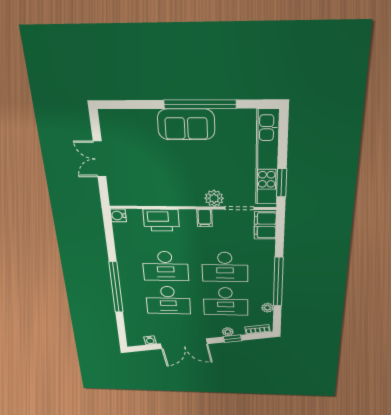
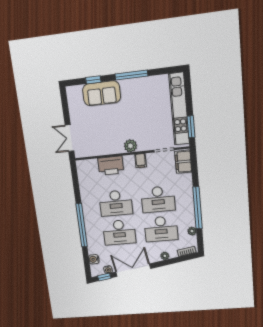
window: (200, 104) -> (131, 75), width x0.68
window: (141, 105) -> (93, 80), added
sofa: (186, 124) -> (102, 93), moved
double door: (100, 159) -> (69, 138), moved
plant: (214, 198) -> (130, 146), moved
water cooler: (118, 216) -> (94, 259), moved
window: (233, 339) -> (104, 277), moved
double door: (184, 344) -> (133, 270), swing flipped

